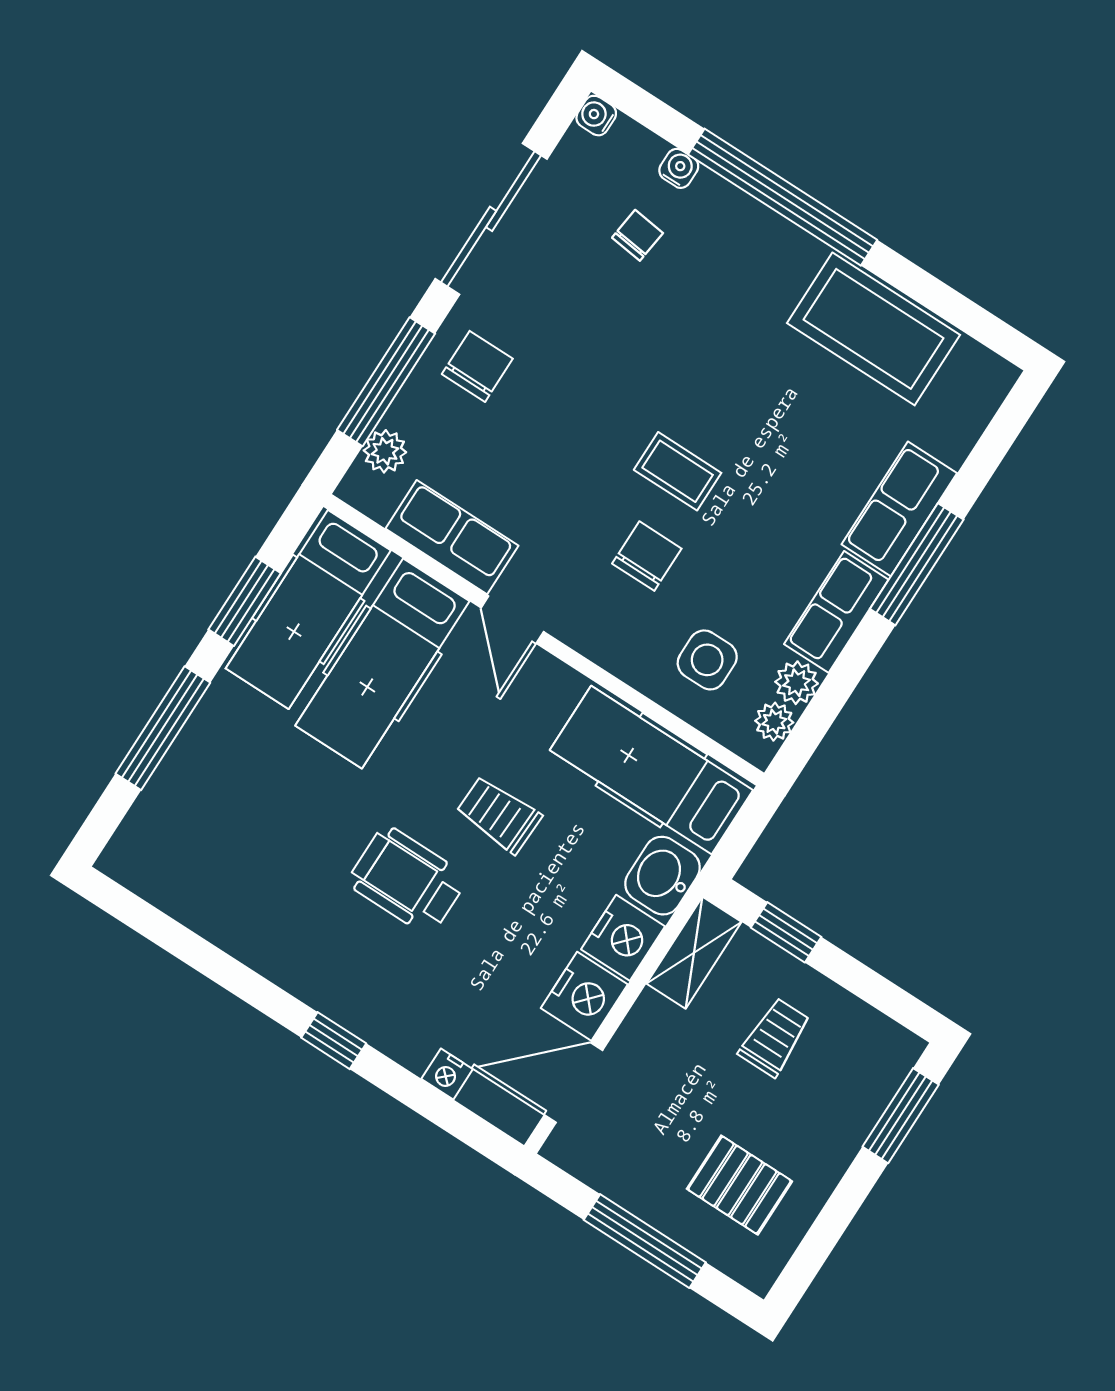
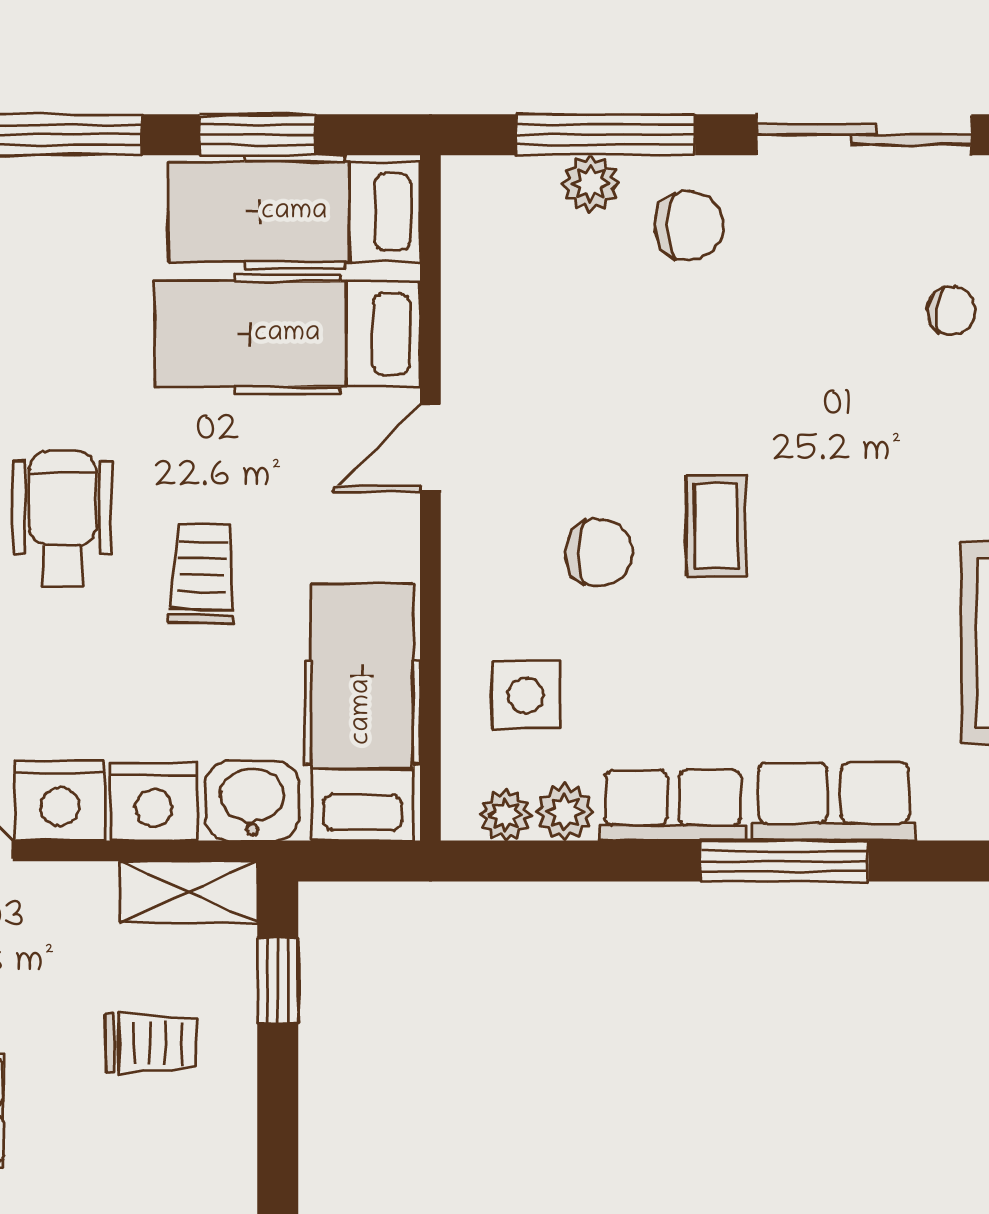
plant: (385, 451) -> (590, 184), moved
row of seats: (452, 537) -> (479, 321), removed

